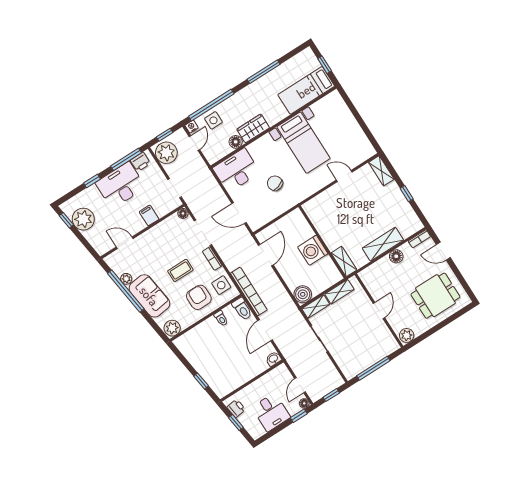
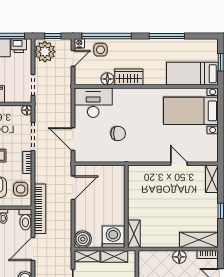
bed with nightstands: (303, 143) -> (191, 111), moved, turned 90
chair: (275, 183) -> (118, 134), turned 108
shelving: (383, 244) -> (199, 240), moved
washing machine: (313, 250) -> (113, 237), moved, turned 90

